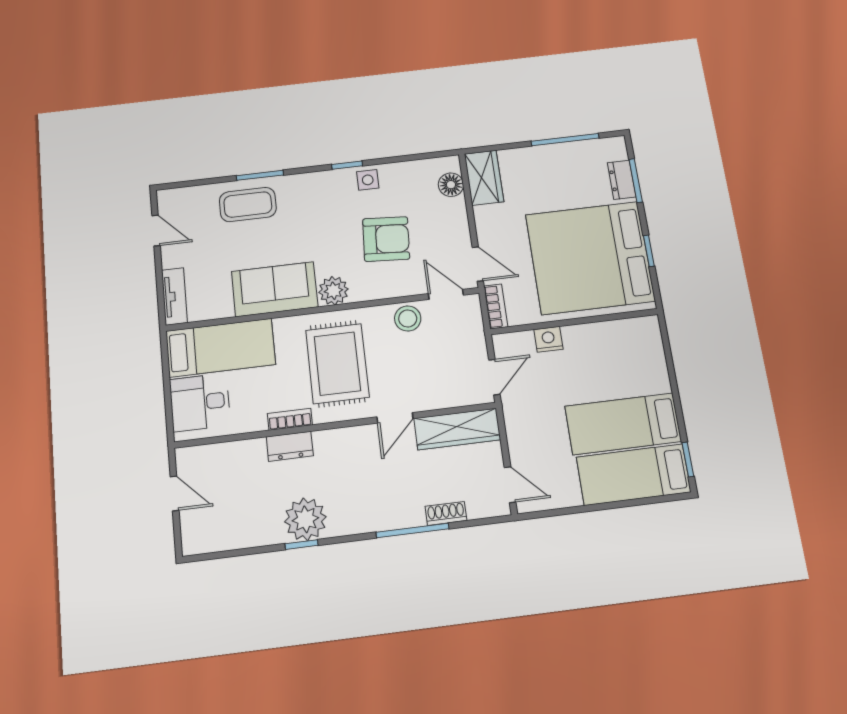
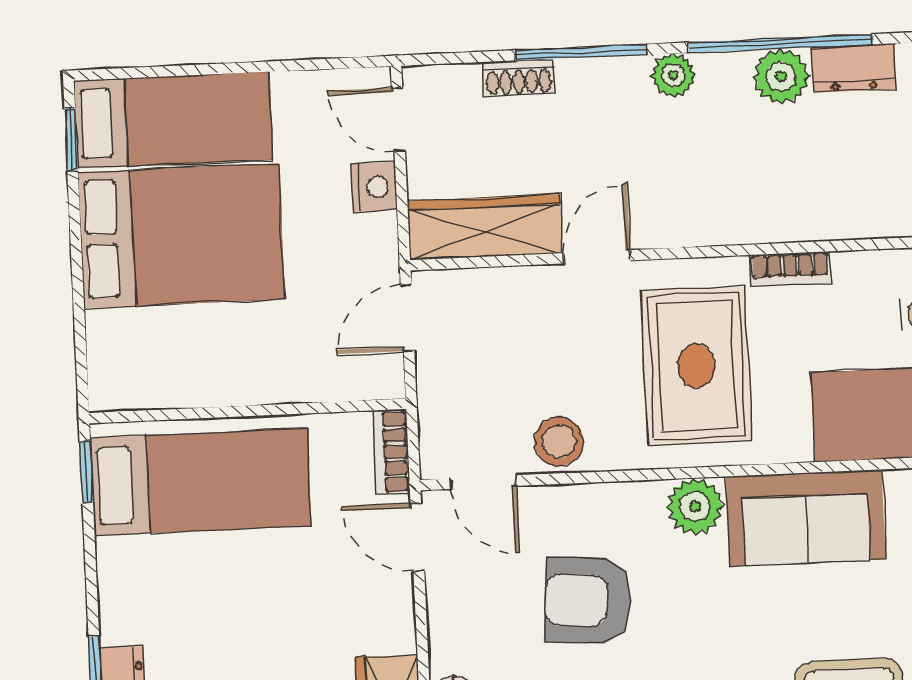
window: (649, 251) -> (86, 472), moved
bed: (590, 258) -> (201, 482), width x0.49
nightstand: (548, 339) -> (374, 187), moved, turned -90
bed: (623, 424) -> (181, 236), width x1.50
dresser: (290, 446) -> (854, 68), moved, turned 180
plant: (305, 519) -> (781, 76), width x0.73, depth x0.73
plant: (360, 522) -> (673, 75), added
window: (301, 545) -> (781, 43), width x3.17

